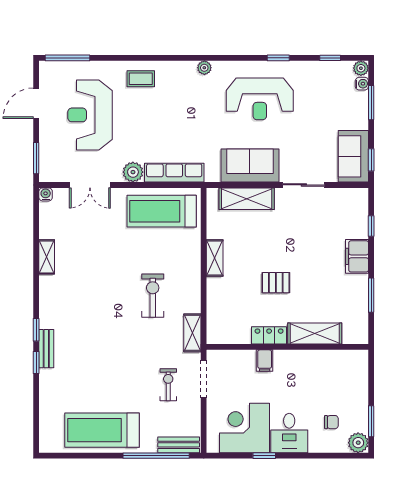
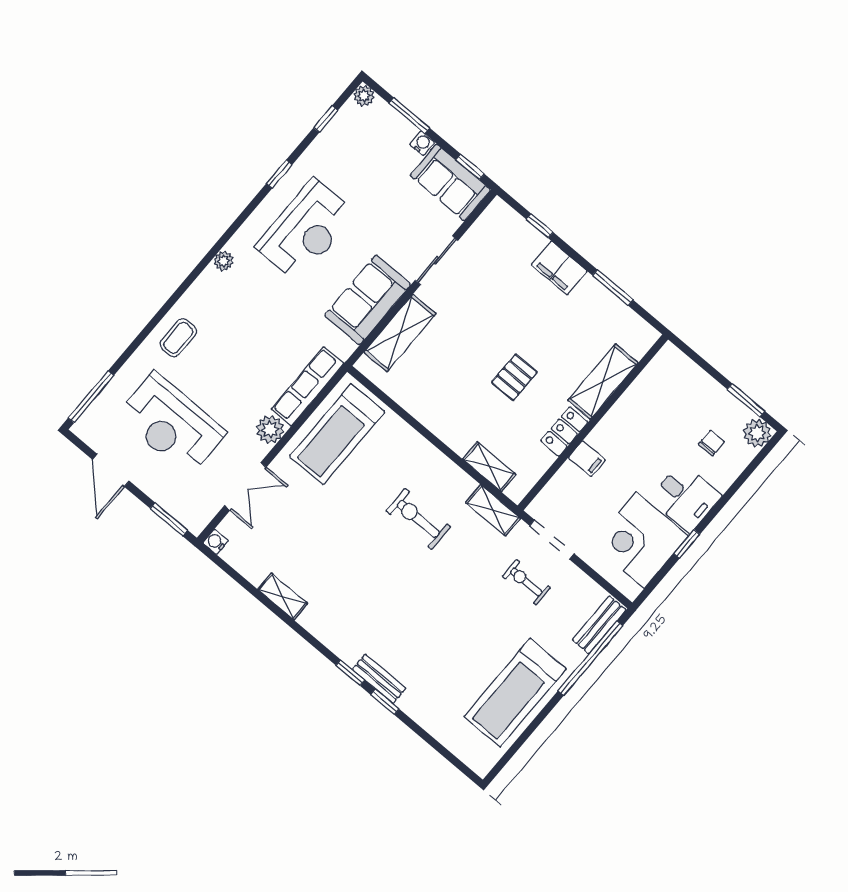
water cooler: (362, 84) -> (422, 143), moved
shelving: (215, 258) -> (489, 467), moved

